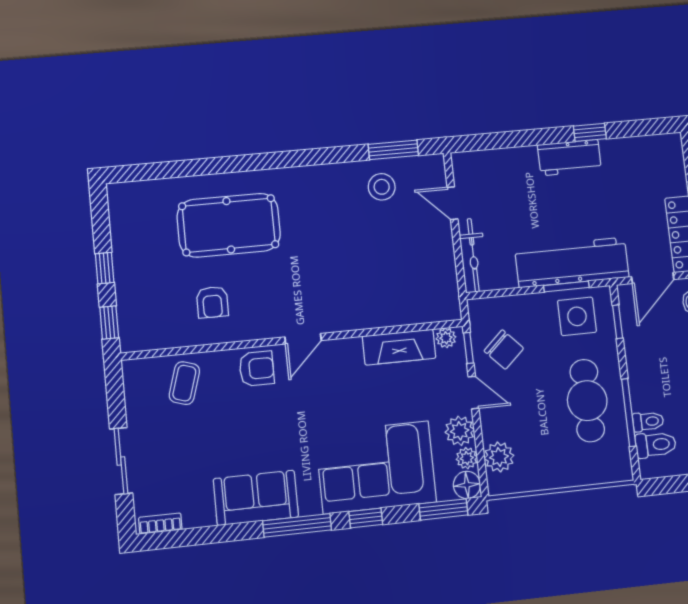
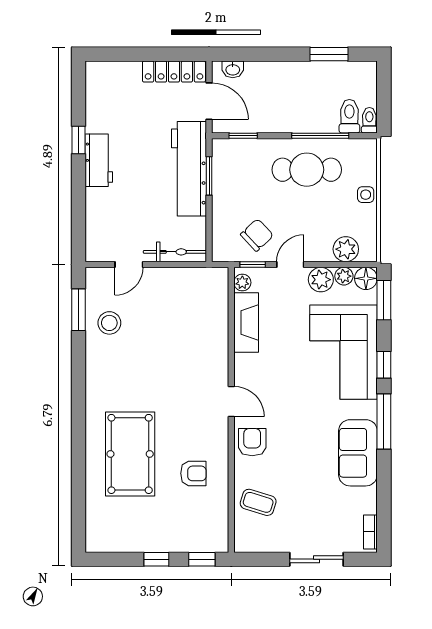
side table: (577, 316) -> (366, 195), moved, width x0.54, depth x0.54
toilet: (648, 421) -> (369, 120), moved

